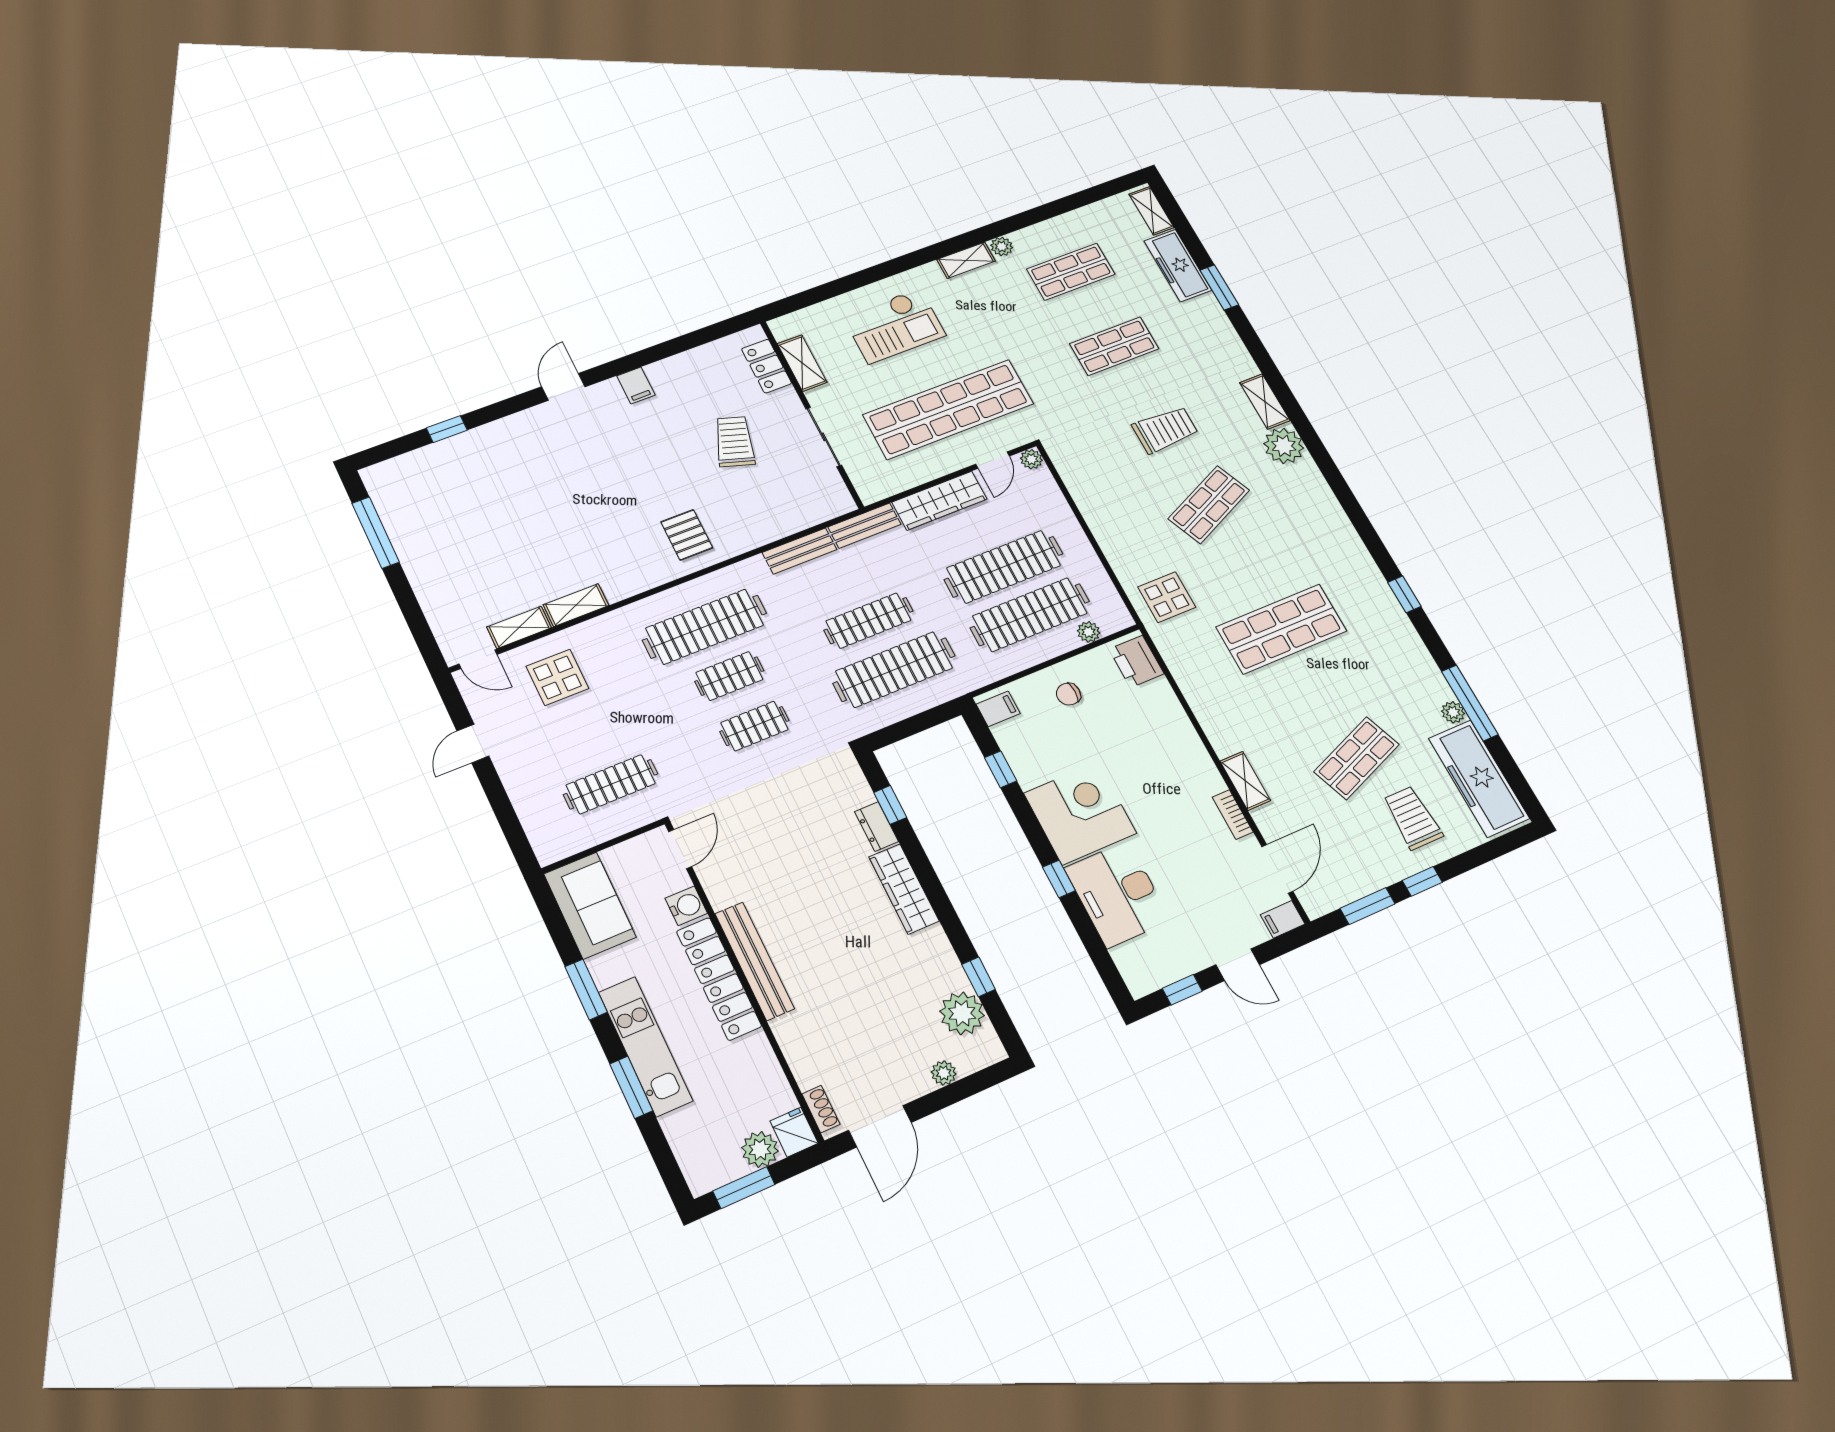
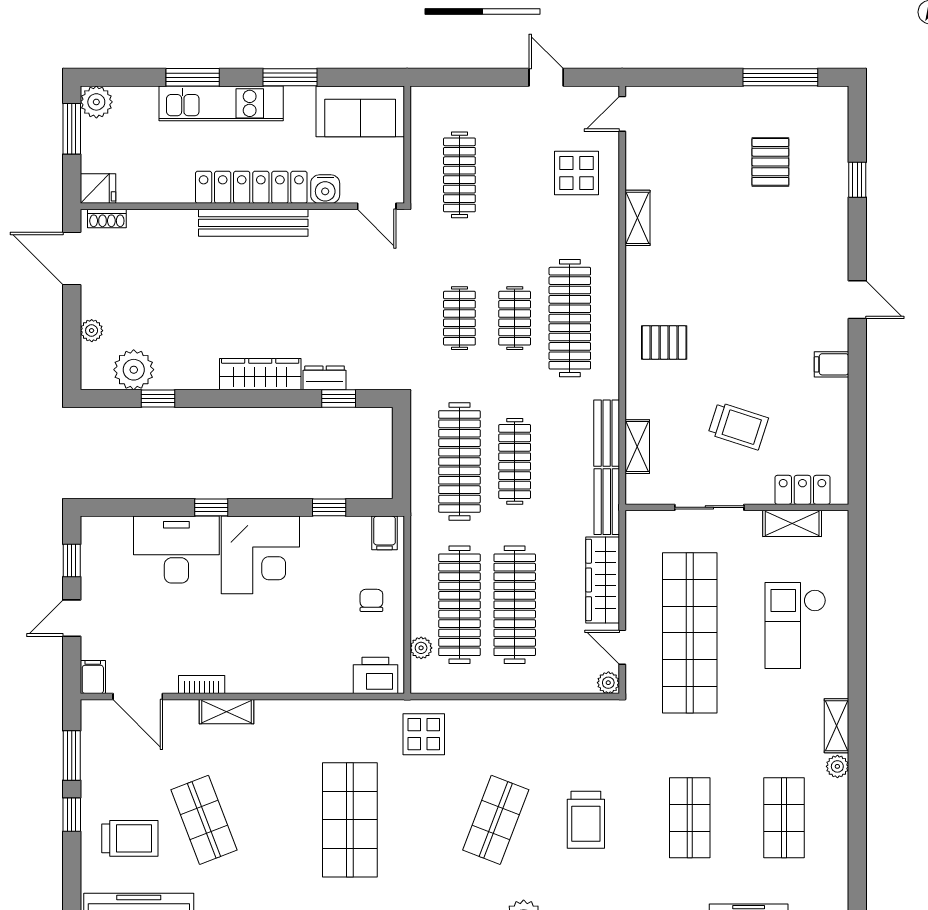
shop shelf: (1209, 505) -> (496, 820), turned 45
pallet: (464, 510) -> (770, 162), added
shelving: (519, 627) -> (637, 447), moved
plant: (760, 1149) -> (96, 102), moved

